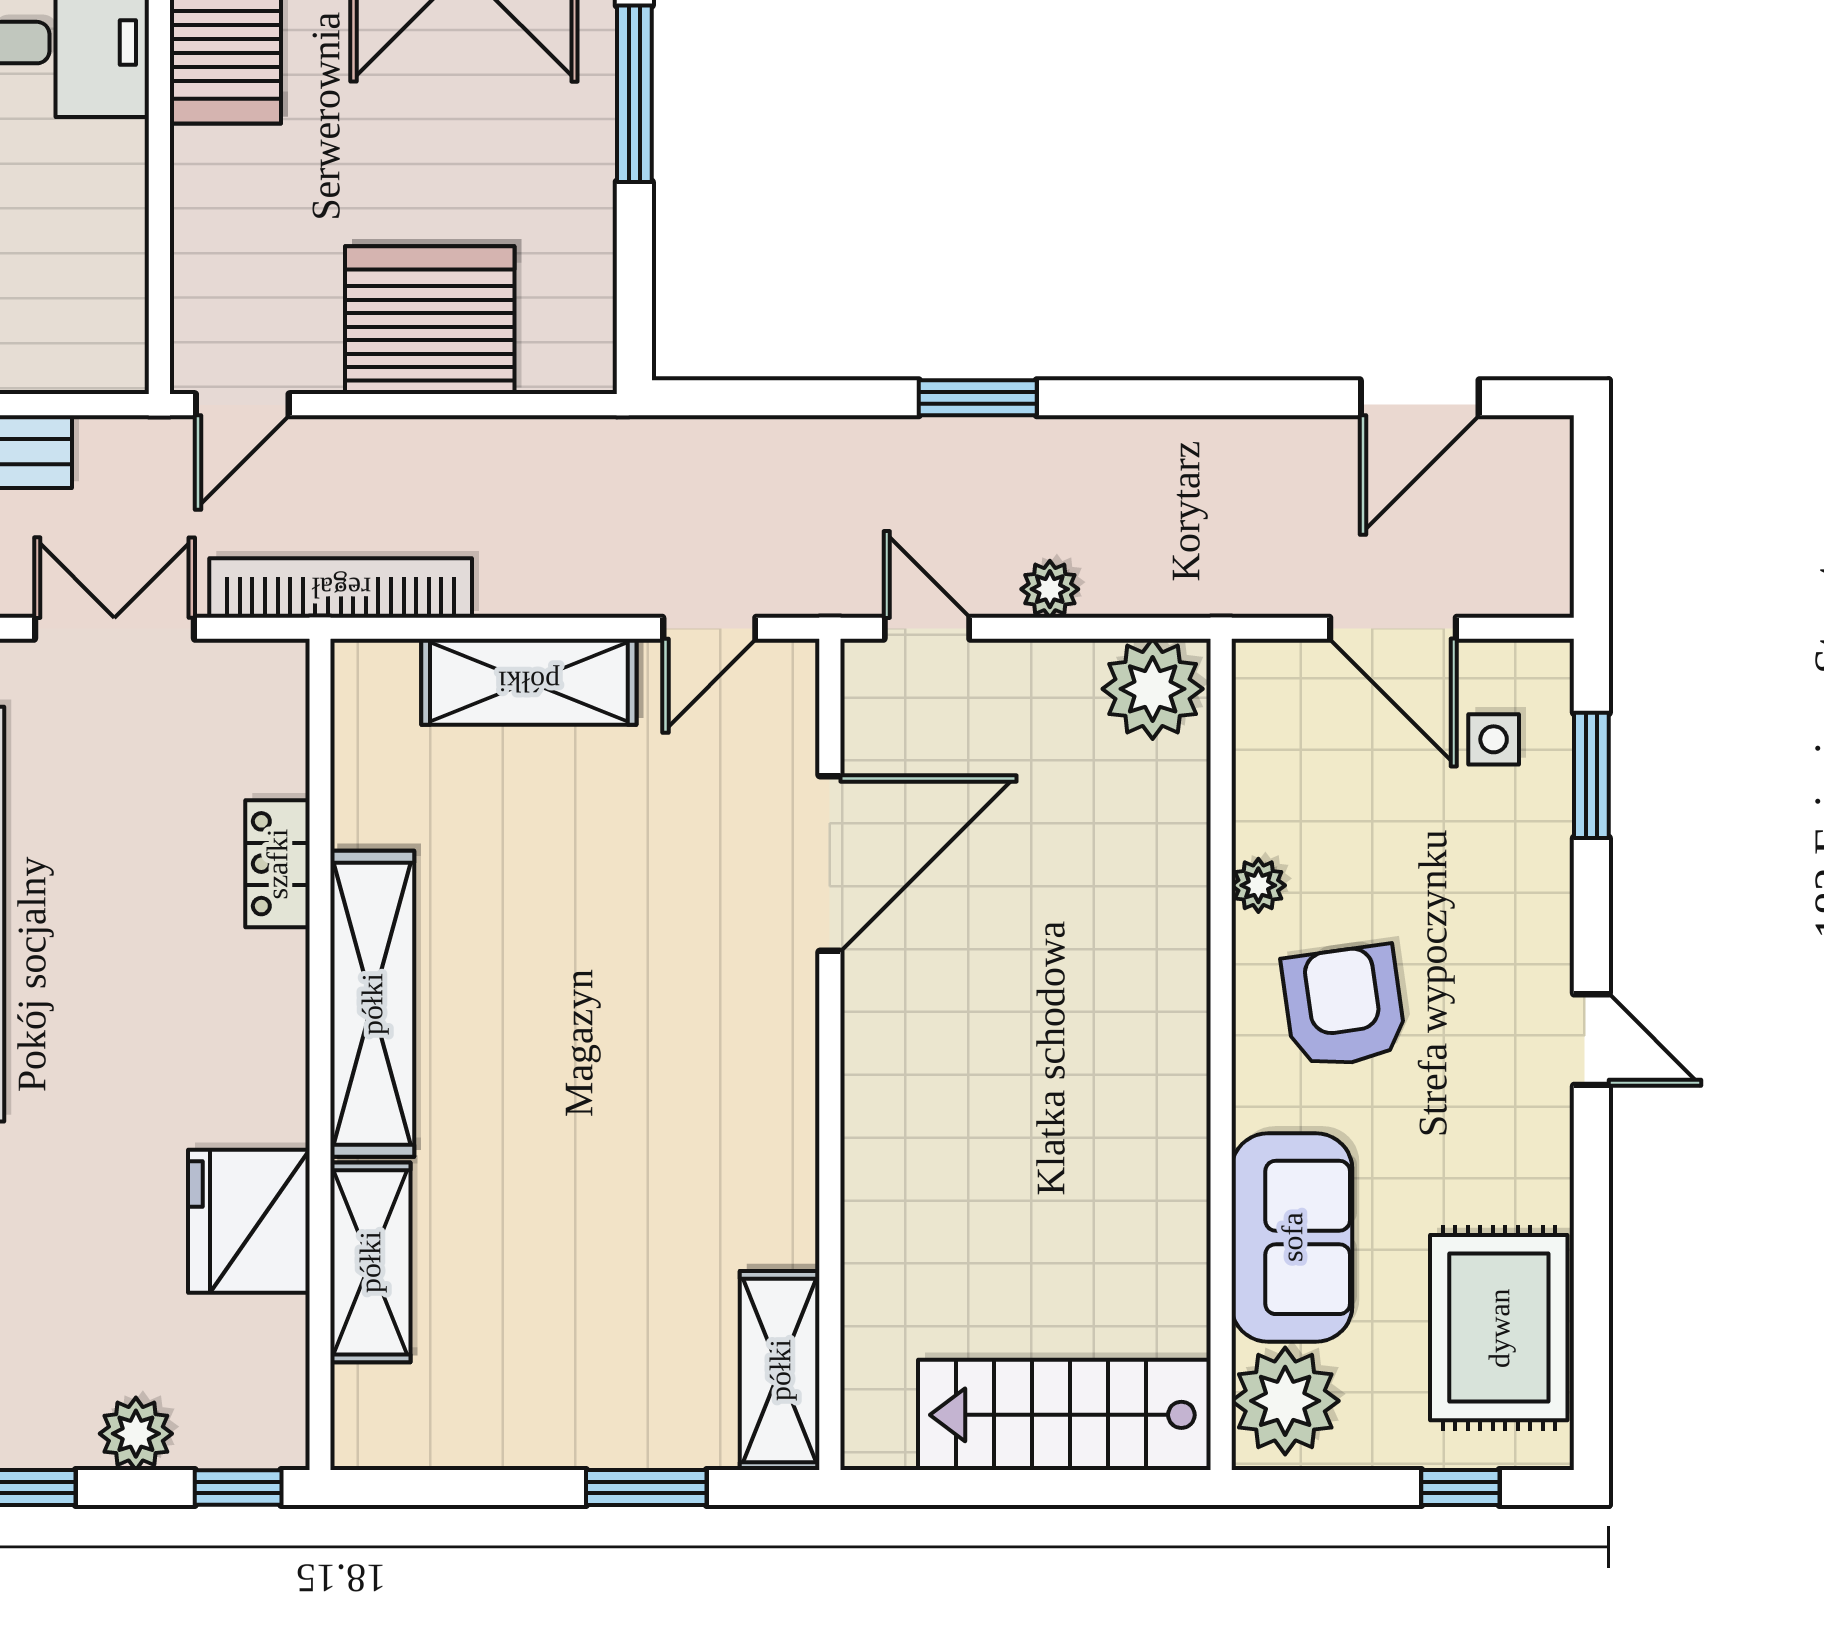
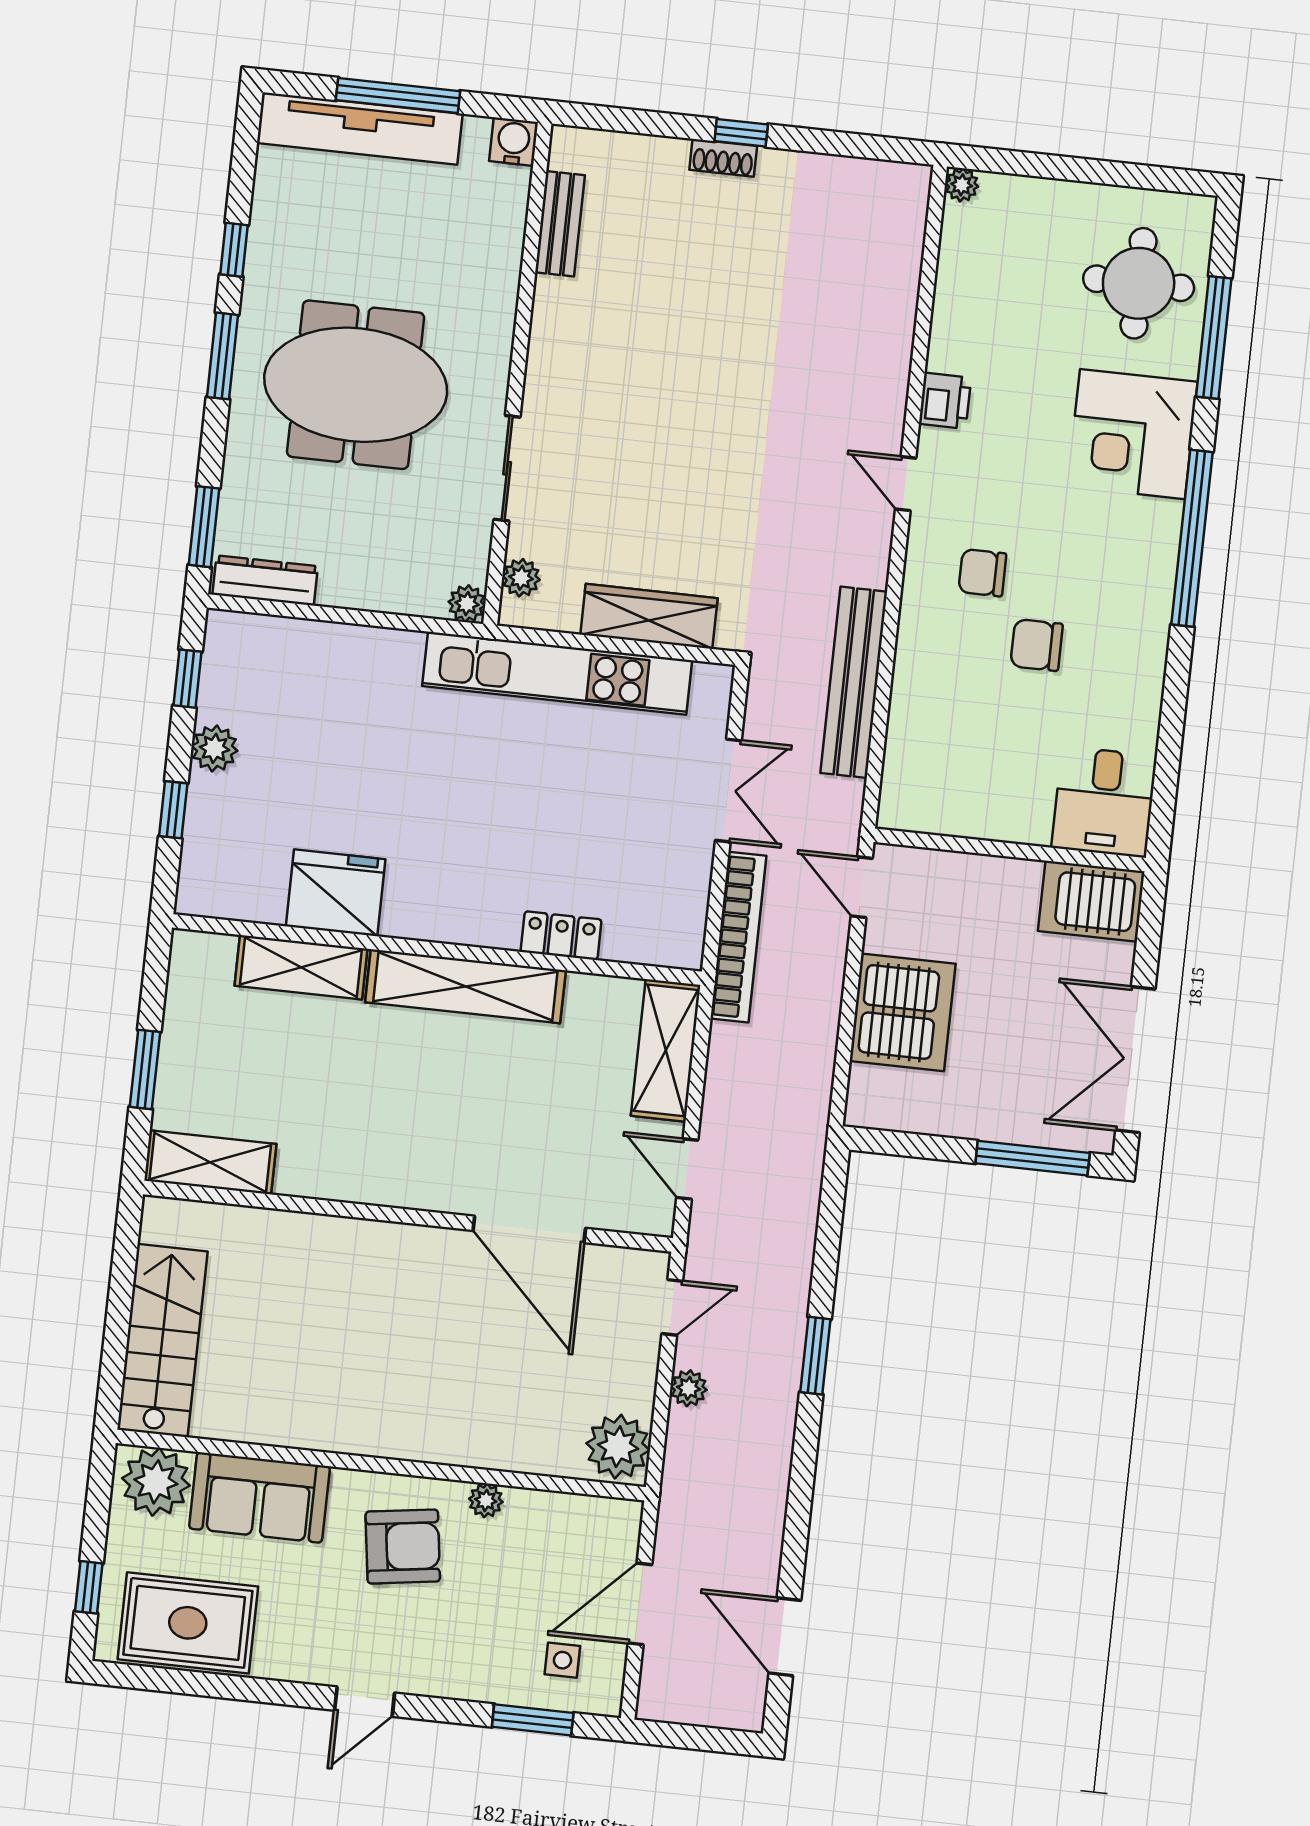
locker: (277, 864) -> (561, 936), moved
shelving: (372, 1004) -> (465, 986), moved
wall: (320, 1054) -> (437, 950), moved
fridge: (249, 1221) -> (336, 893), moved
shelving: (370, 1262) -> (301, 967), moved

